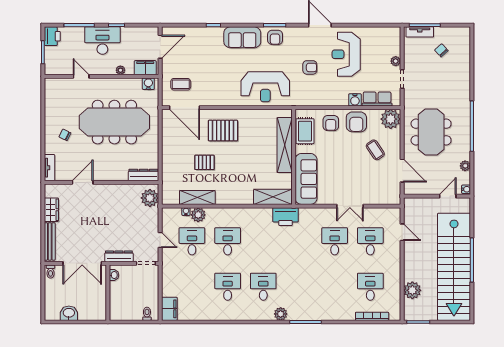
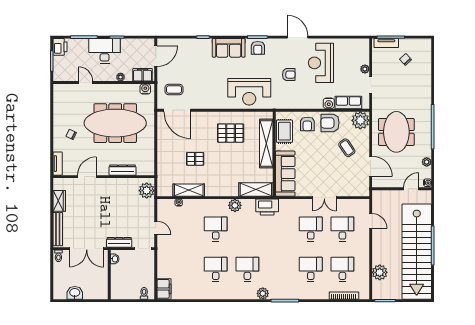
armchair: (356, 122) -> (330, 123), turned 90
pallet: (223, 131) -> (231, 133), moved
dresser: (144, 175) -> (123, 170), moved
plant: (198, 215) -> (235, 205), moved
desk: (192, 241) -> (311, 269), moved

